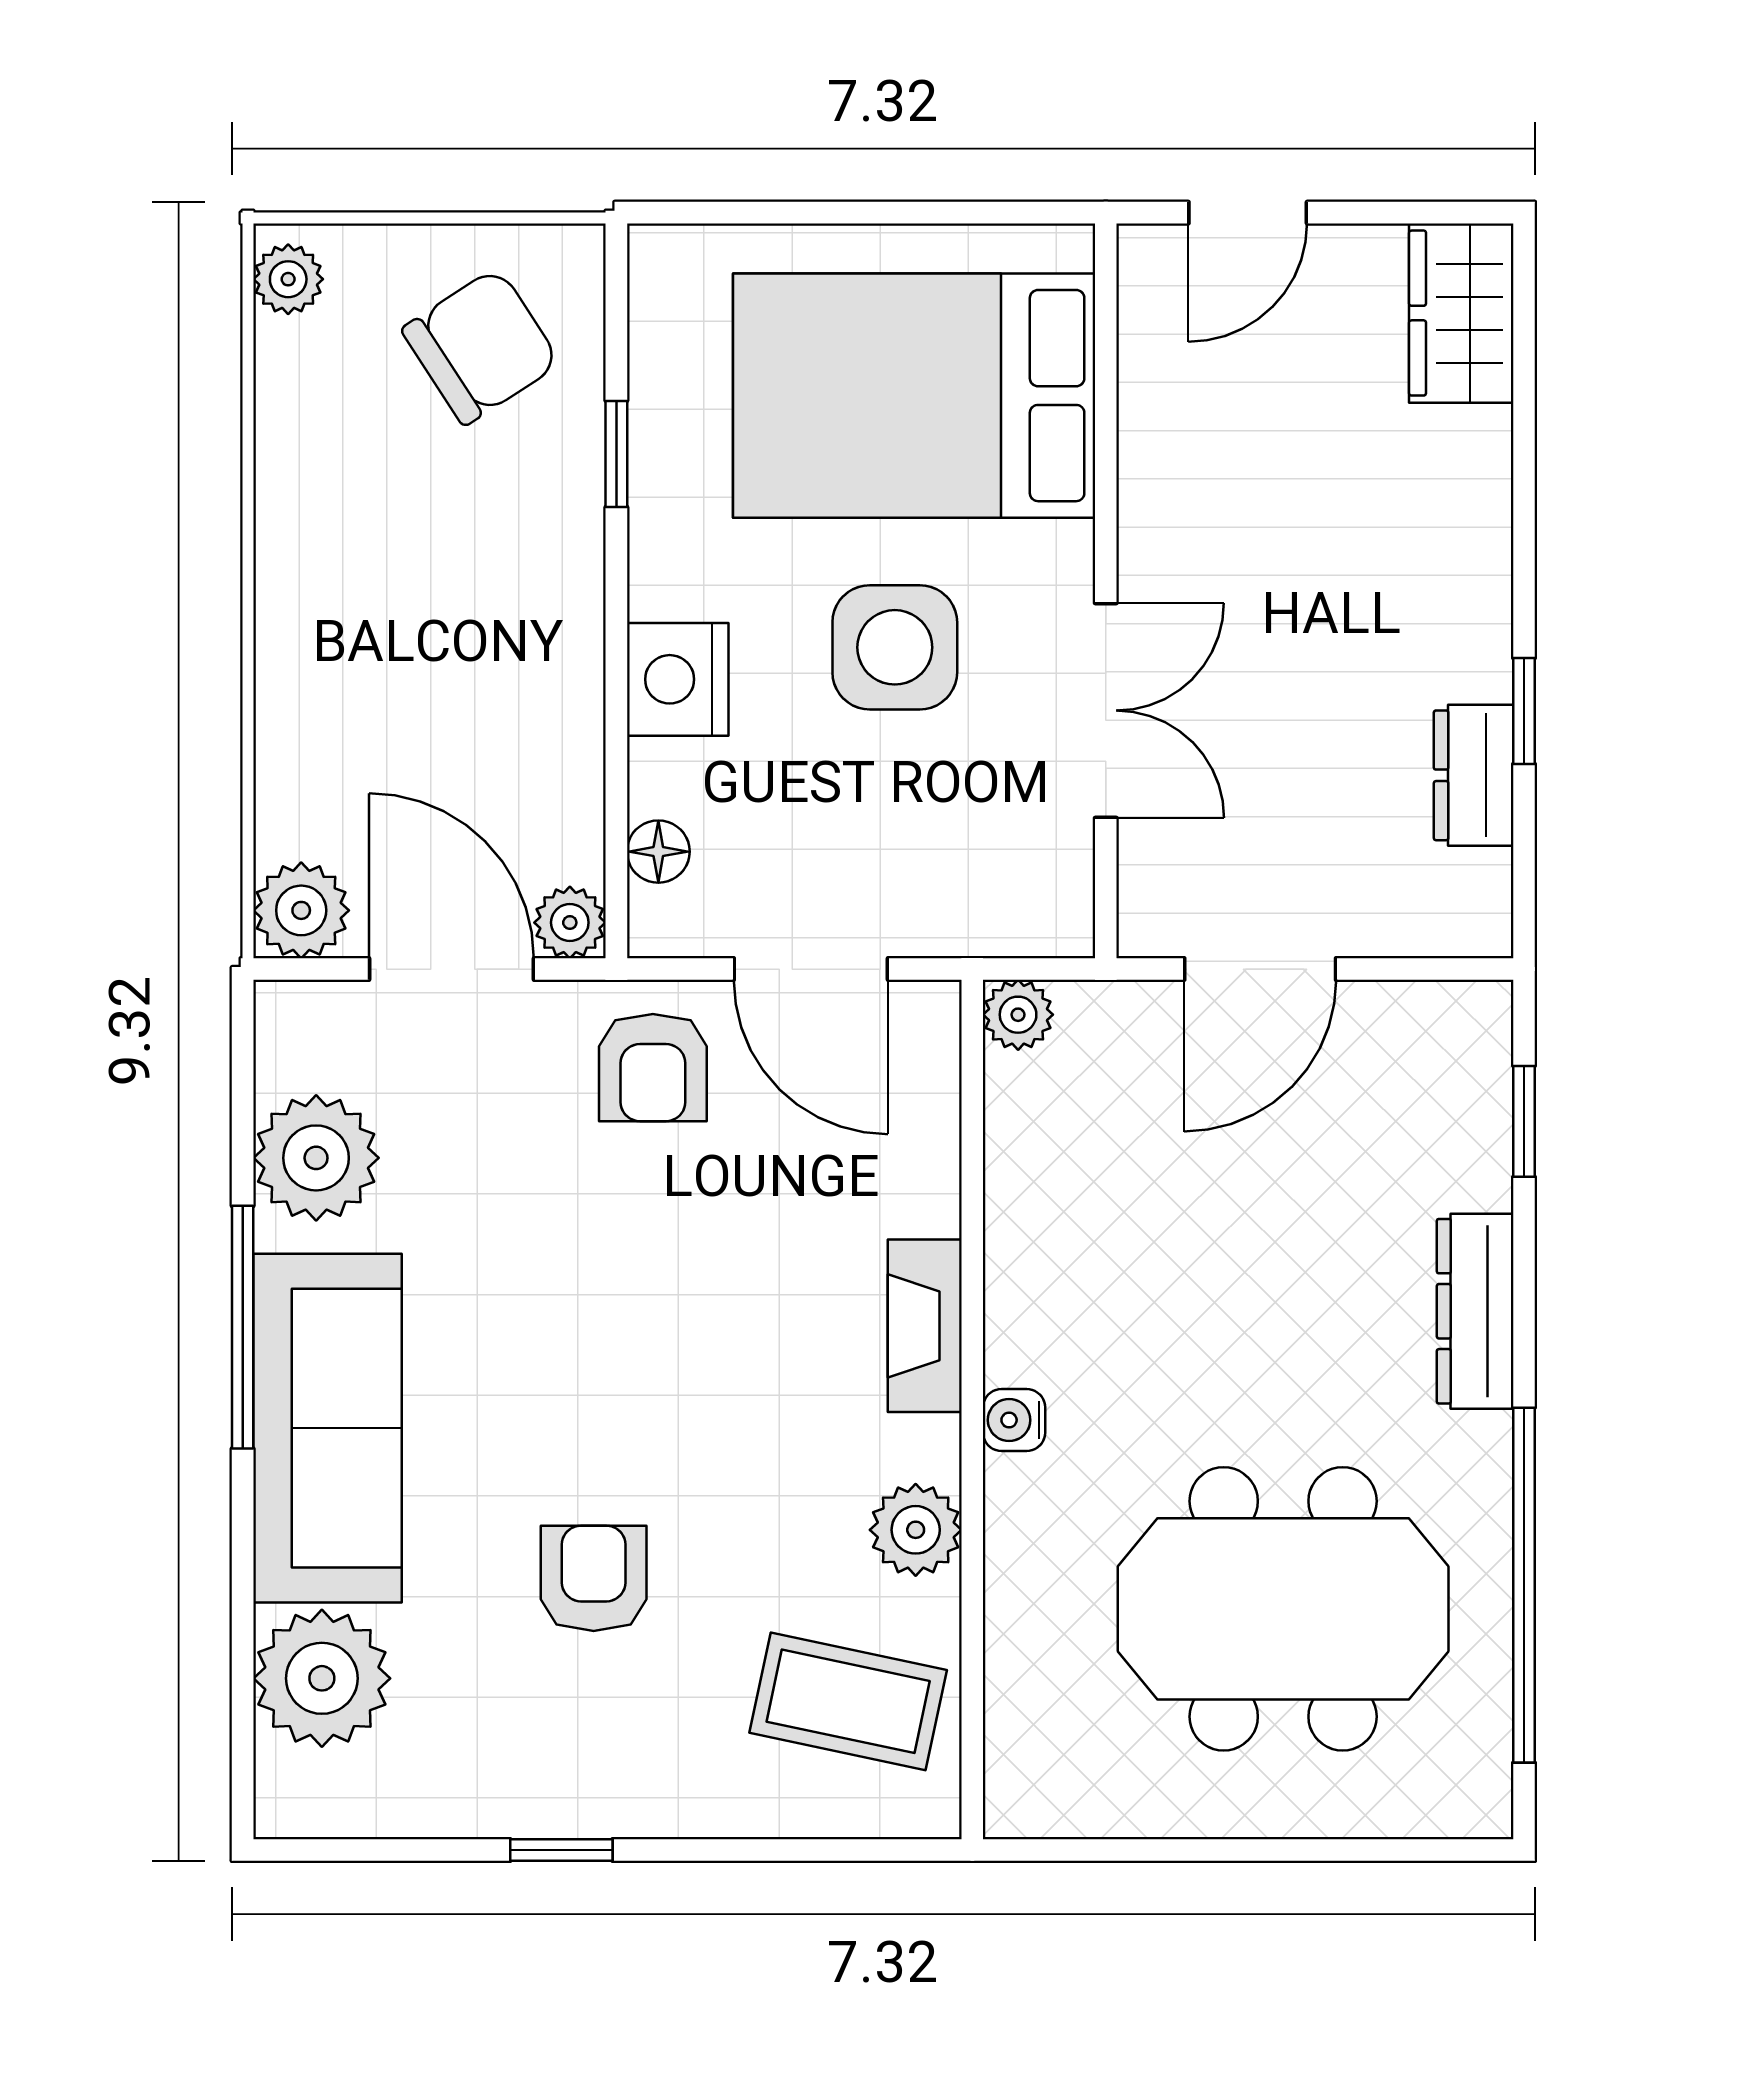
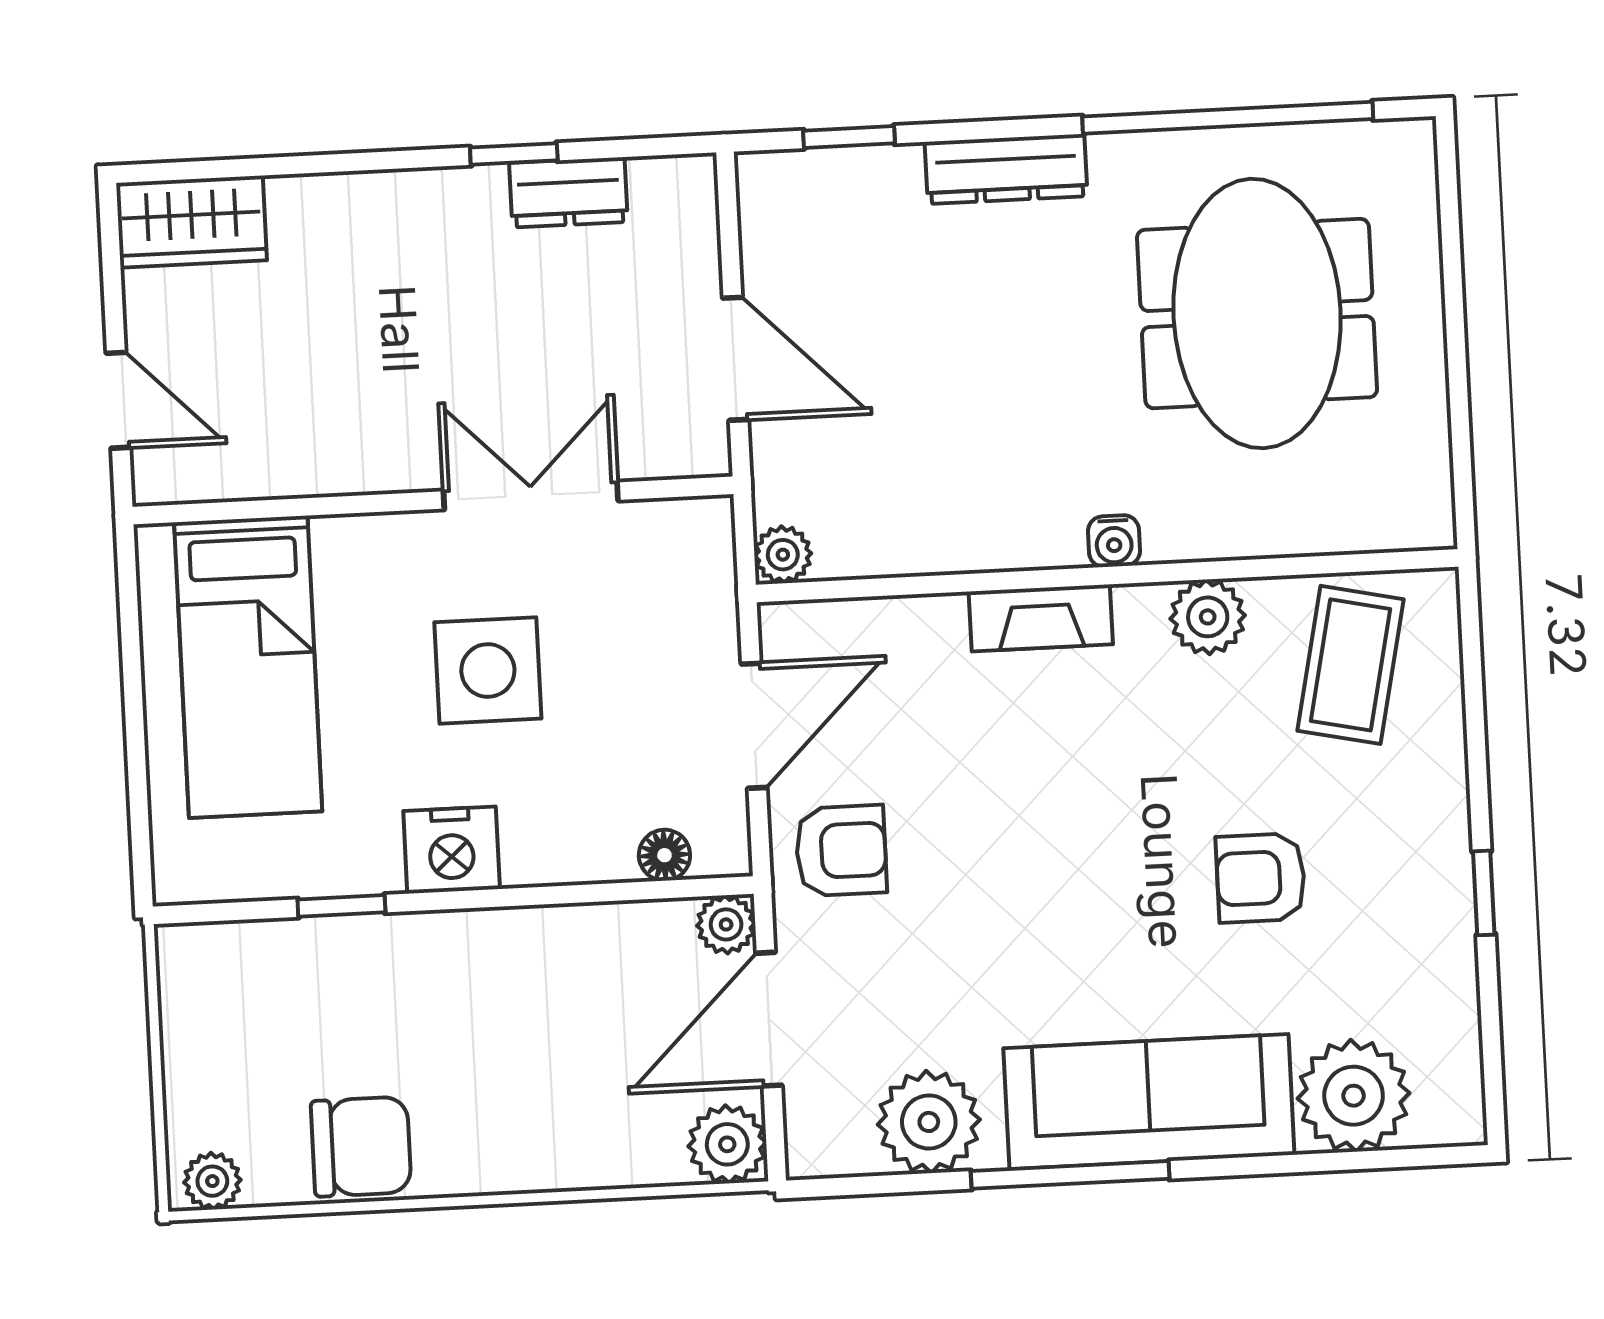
chair: (481, 346) -> (361, 1147), moved, turned 123
bed: (914, 396) -> (248, 667), width x0.67
nightstand: (678, 679) -> (452, 850), moved

